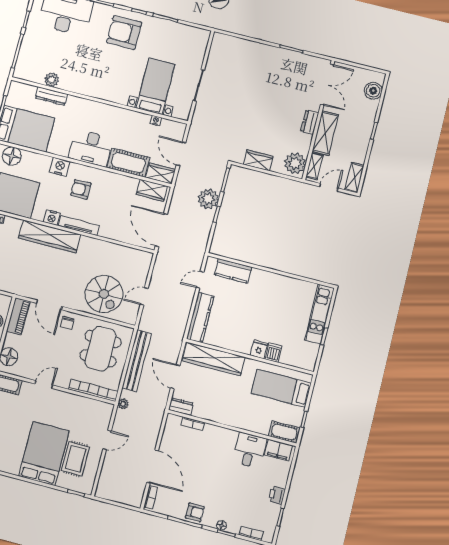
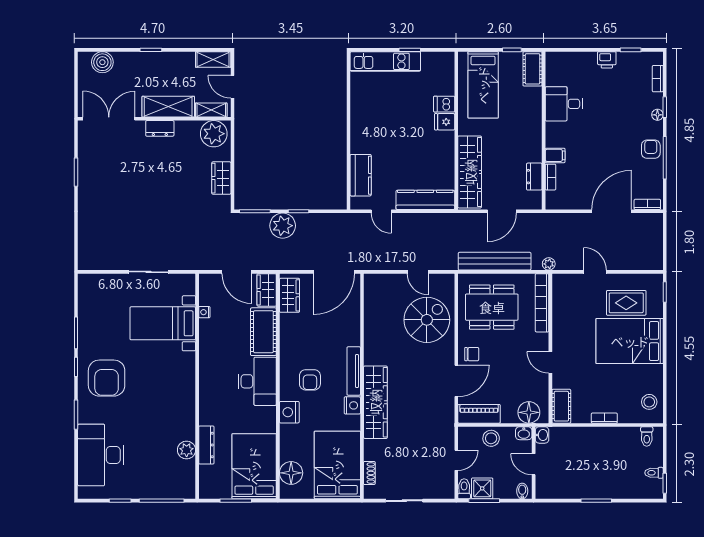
door: (181, 154) -> (237, 272), hinge flipped
dresser: (181, 406) -> (534, 177), moved
filing cabinet: (278, 450) -> (555, 155), moved, width x0.50

